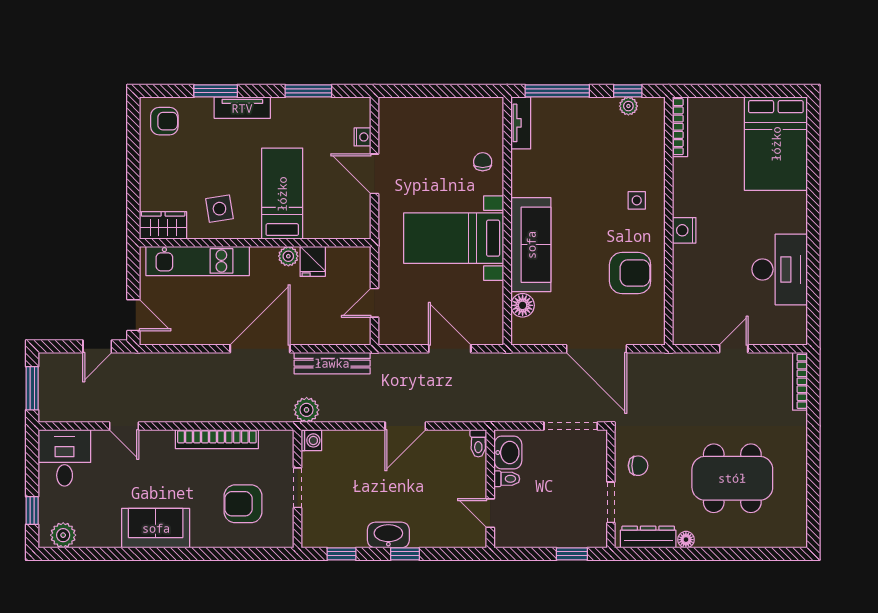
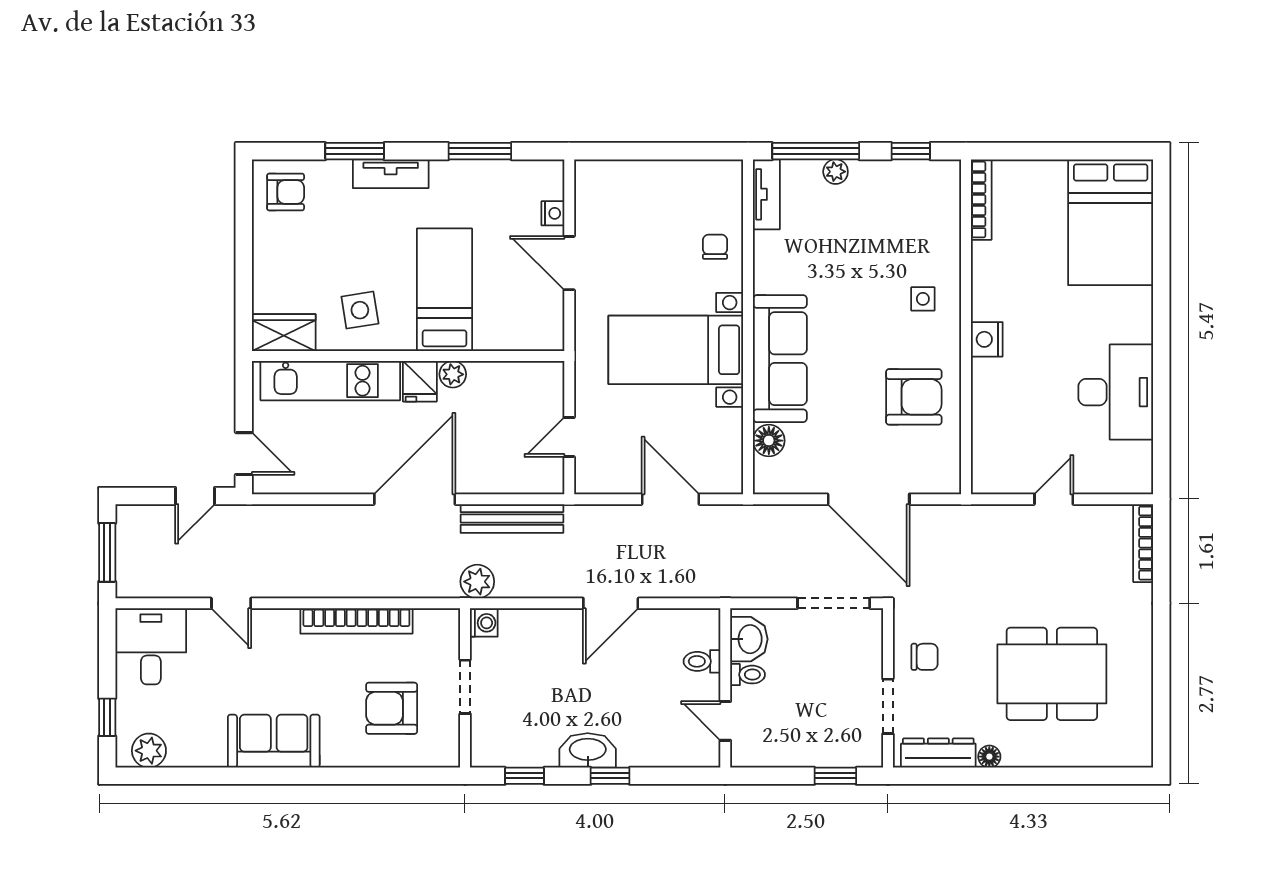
plant: (628, 106) -> (836, 172), moved
fridge: (313, 261) -> (420, 381), moved
toilet: (478, 443) -> (702, 661), moved, turned 90

